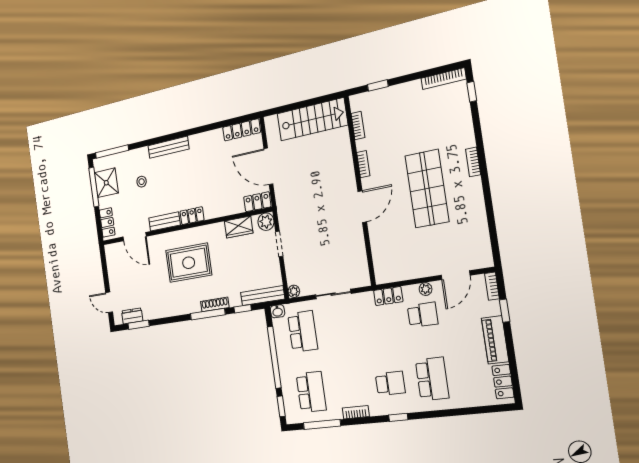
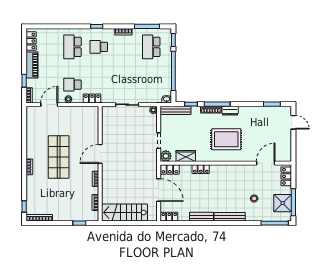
locker: (242, 130) -> (169, 217), width x0.66
locker: (192, 216) -> (201, 169), moved
bench: (164, 221) -> (202, 217), moved
door: (135, 237) -> (266, 163), hinge flipped
dresser: (132, 316) -> (230, 111), moved
school desk: (303, 331) -> (151, 85), removed

